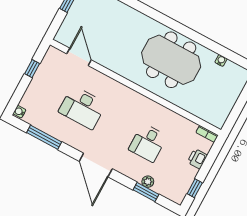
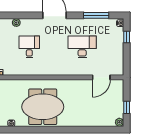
door: (79, 57) -> (101, 77), hinge flipped
window: (32, 69) -> (127, 37), moved
window: (146, 192) -> (14, 15), removed

